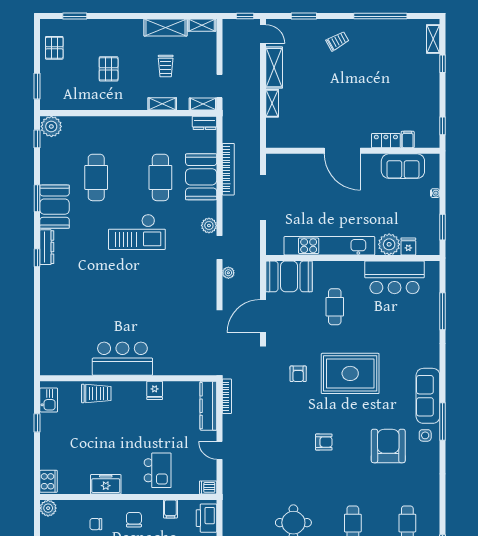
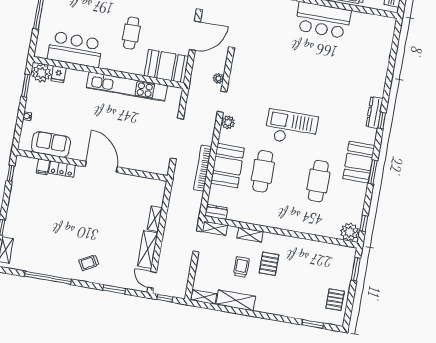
pallet: (109, 69) -> (269, 264), moved
plant: (389, 244) -> (42, 73), moved
dresser: (47, 247) -> (374, 112), moved

